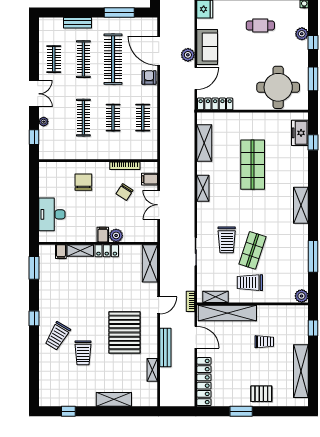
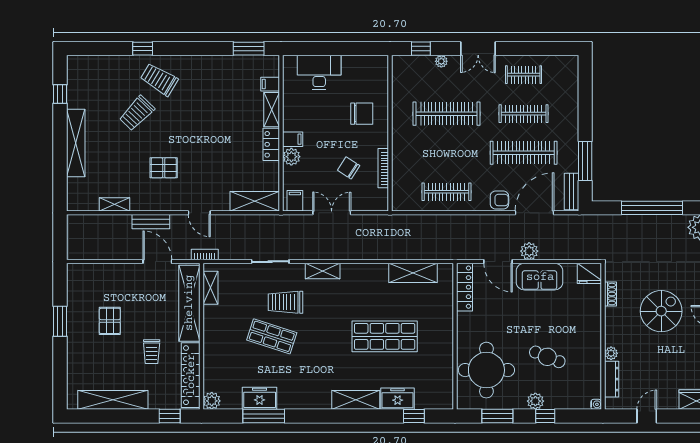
bench: (77, 23) -> (571, 192), moved
cafe table: (260, 25) -> (547, 357), moved, turned -68
plant: (302, 34) -> (535, 401), moved
clothes rail: (83, 118) -> (446, 114), width x1.37, depth x1.31
clothes rail: (113, 118) -> (446, 153), removed
clothes rail: (143, 118) -> (446, 192), width x1.36
freezer: (300, 133) -> (398, 399), moved
filing cabinet: (150, 179) -> (295, 201), moved
shelving: (203, 188) -> (323, 271), moved
shelving: (301, 205) -> (356, 400), moved
freezer: (300, 260) -> (260, 398), added
trolley: (250, 283) -> (229, 333), removed
window: (34, 318) -> (143, 49), moved
pallet: (124, 332) -> (164, 168), width x0.49, depth x0.50
door: (196, 337) -> (157, 262), swing flipped
bench: (165, 347) -> (151, 222), width x0.73
trolley: (83, 353) -> (137, 113), turned -46
locker: (204, 382) -> (191, 375), moved, turned 90
pallet: (261, 394) -> (110, 321), moved
shelving: (114, 399) -> (76, 143), width x1.47

